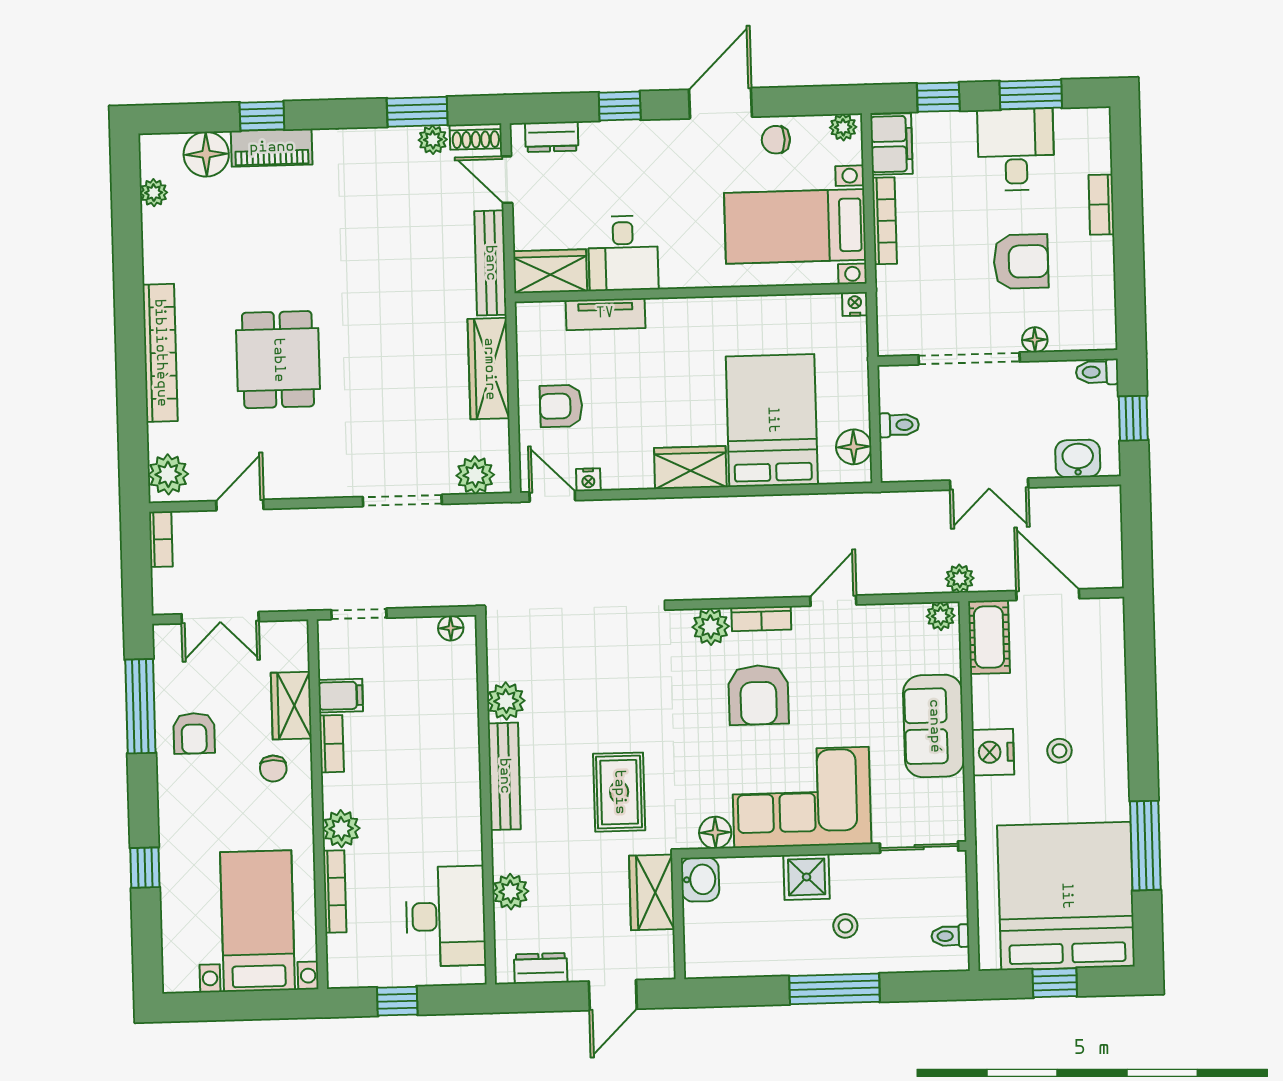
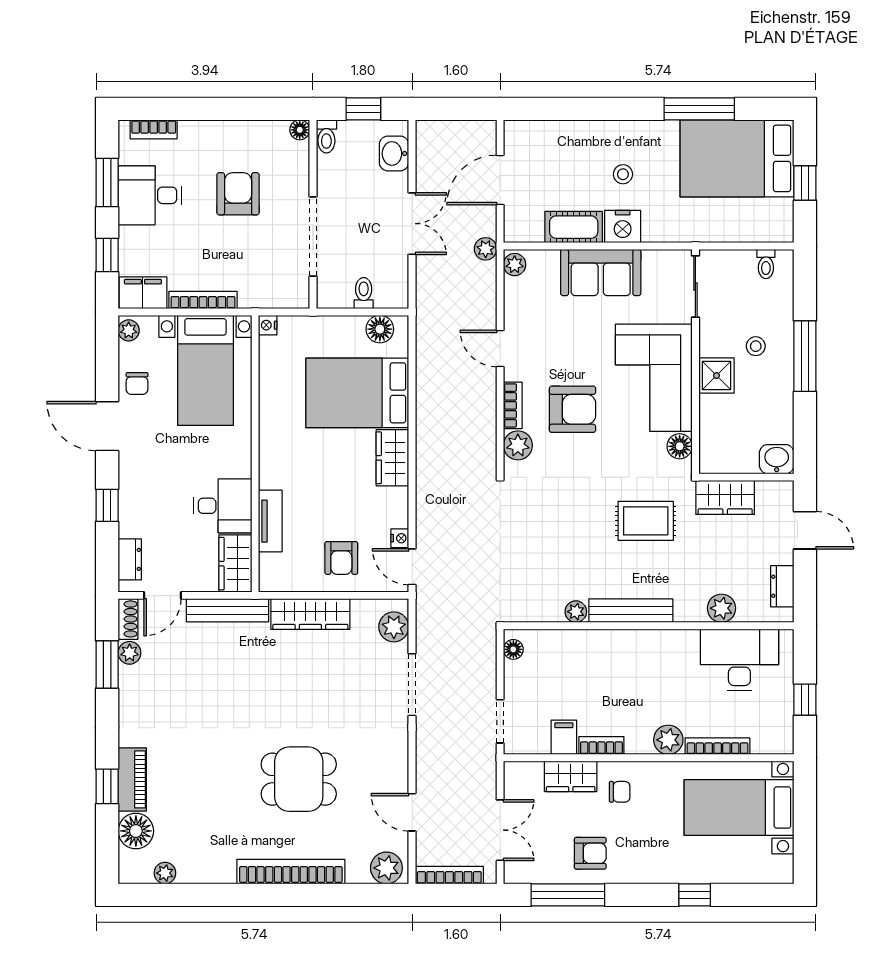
bookcase: (1101, 205) -> (154, 129), moved
floor lamp: (1035, 340) -> (300, 130), moved
door: (552, 496) -> (412, 567), hinge flipped
bookcase: (161, 539) -> (449, 875), width x1.56
cot: (989, 637) -> (574, 227), moved
plant: (506, 701) -> (576, 612), width x0.73, depth x0.73
washbasin: (700, 879) -> (777, 459), moved
bed: (1066, 896) -> (737, 158), width x0.73

